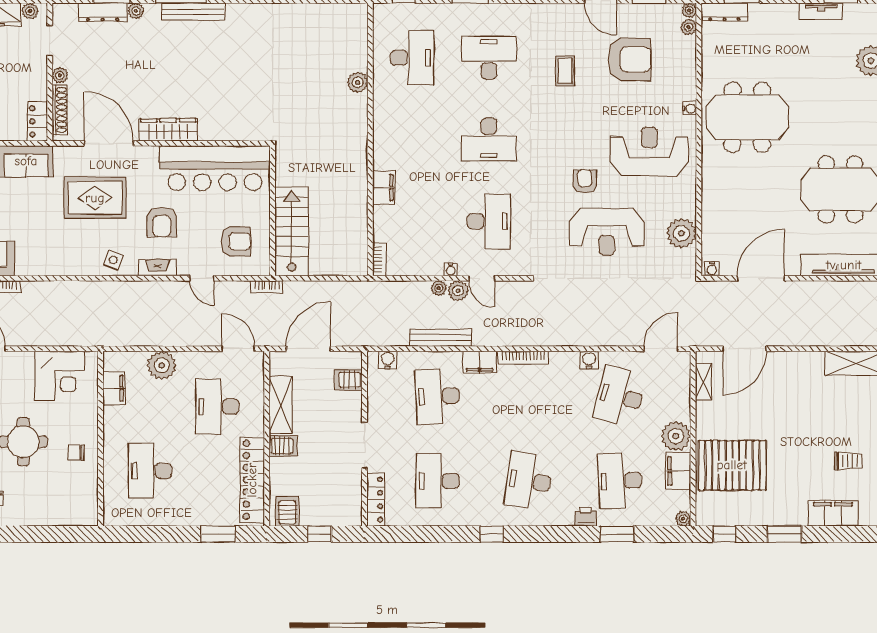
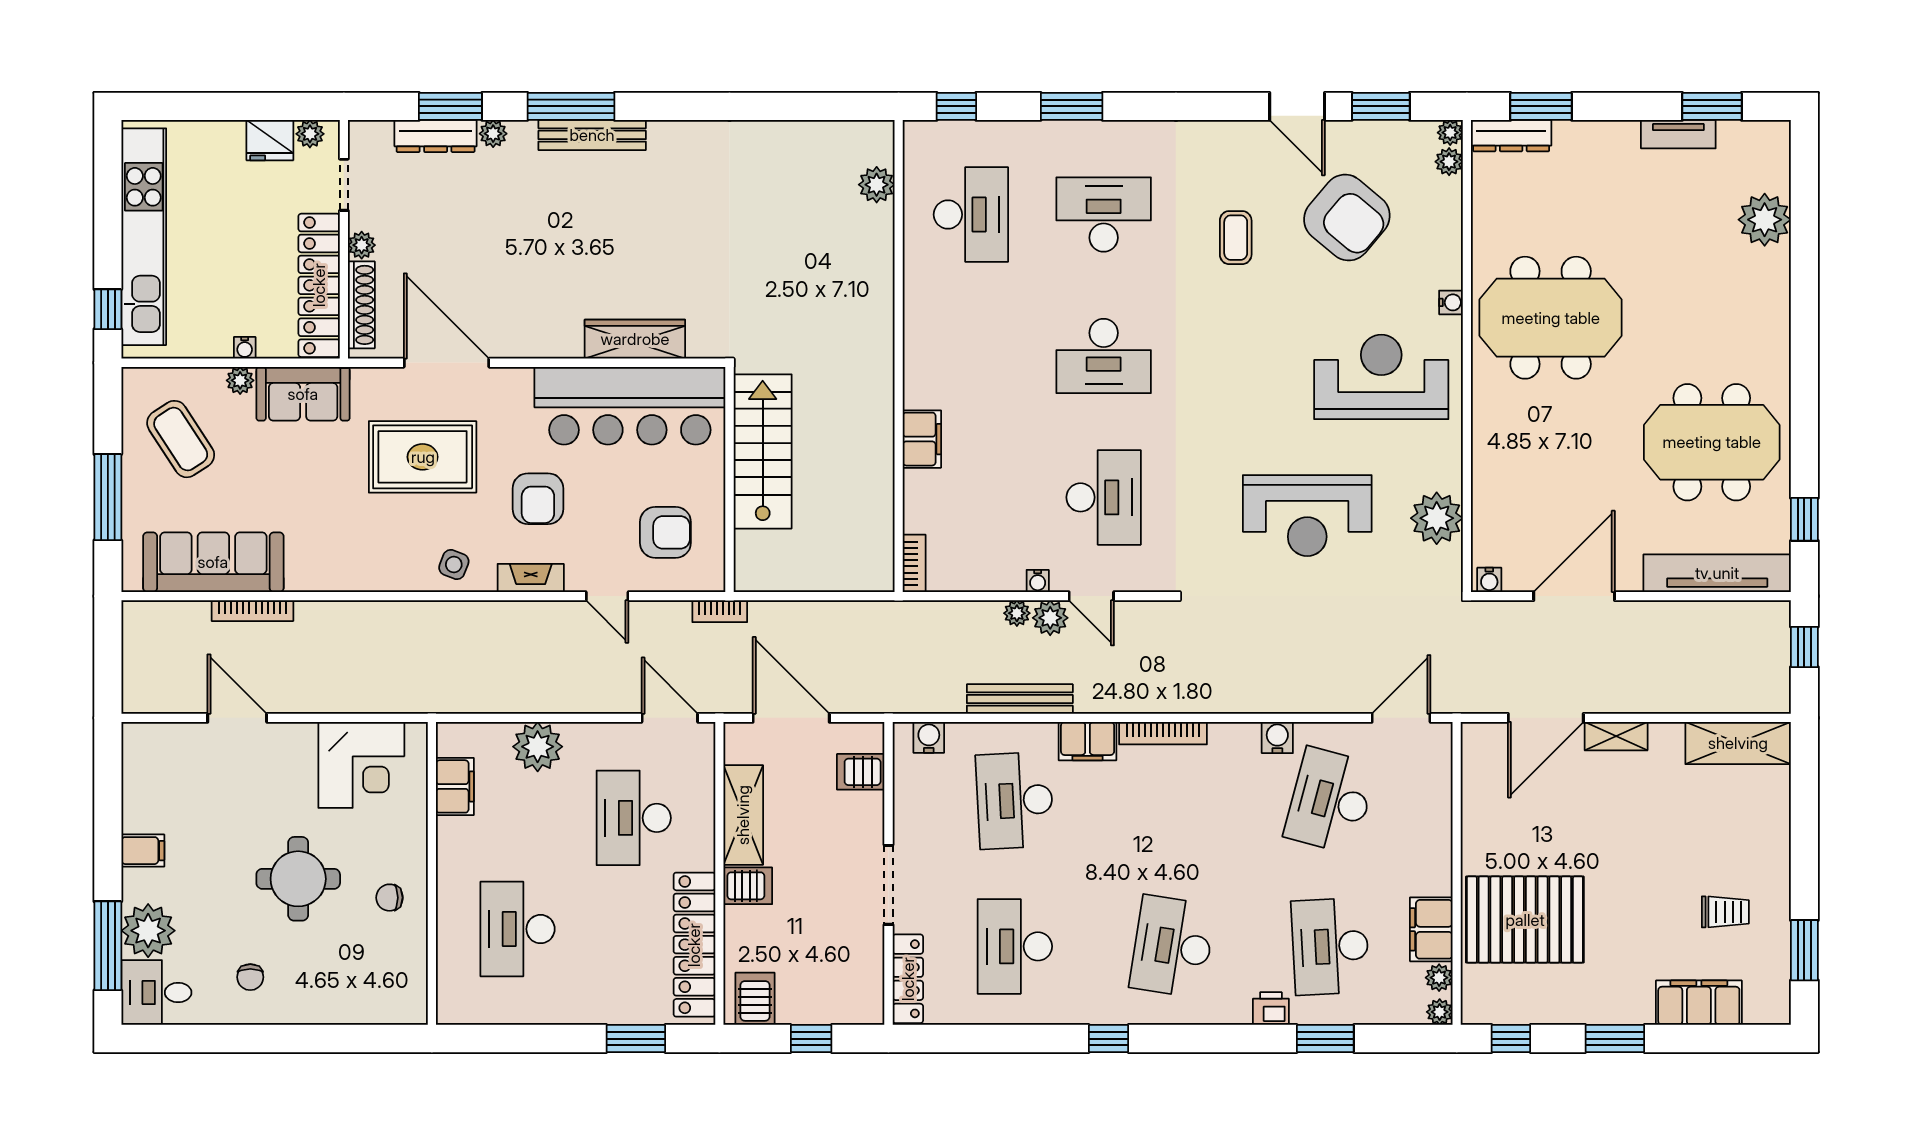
armchair: (629, 59) -> (1347, 218), turned 40
plant: (358, 82) -> (877, 185), moved
locker: (37, 121) -> (319, 285), width x2.16, depth x1.21
wardrobe: (168, 130) -> (635, 339), moved
armchair: (585, 181) -> (1270, 429), removed
stairs: (292, 231) -> (763, 451), moved
door: (308, 349) -> (791, 718), hinge flipped
shelving: (704, 382) -> (1616, 736), moved, turned 90
plant: (676, 436) -> (1439, 978), moved, width x0.53, depth x0.53

